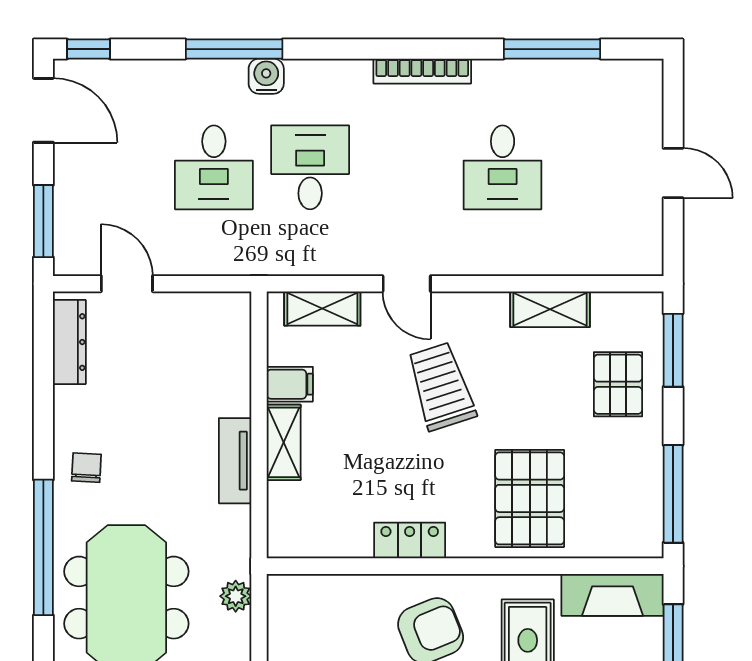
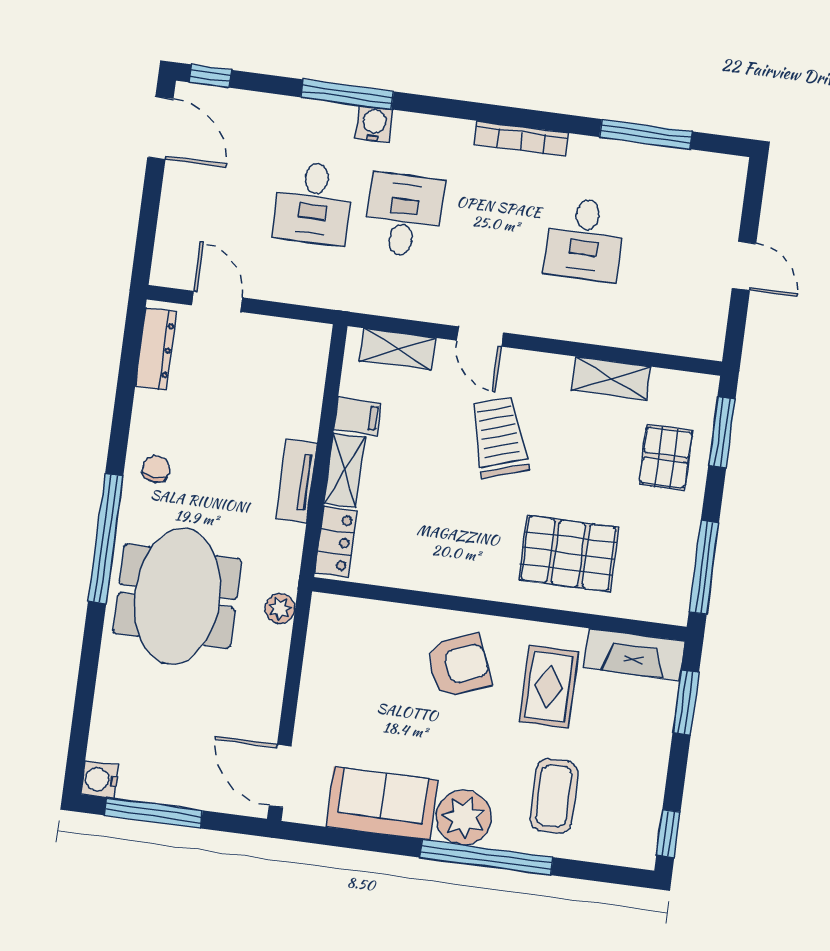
window: (43, 221) -> (146, 232), removed
pallet: (530, 498) -> (569, 554), turned 90
locker: (410, 541) -> (336, 542), moved, turned 90

